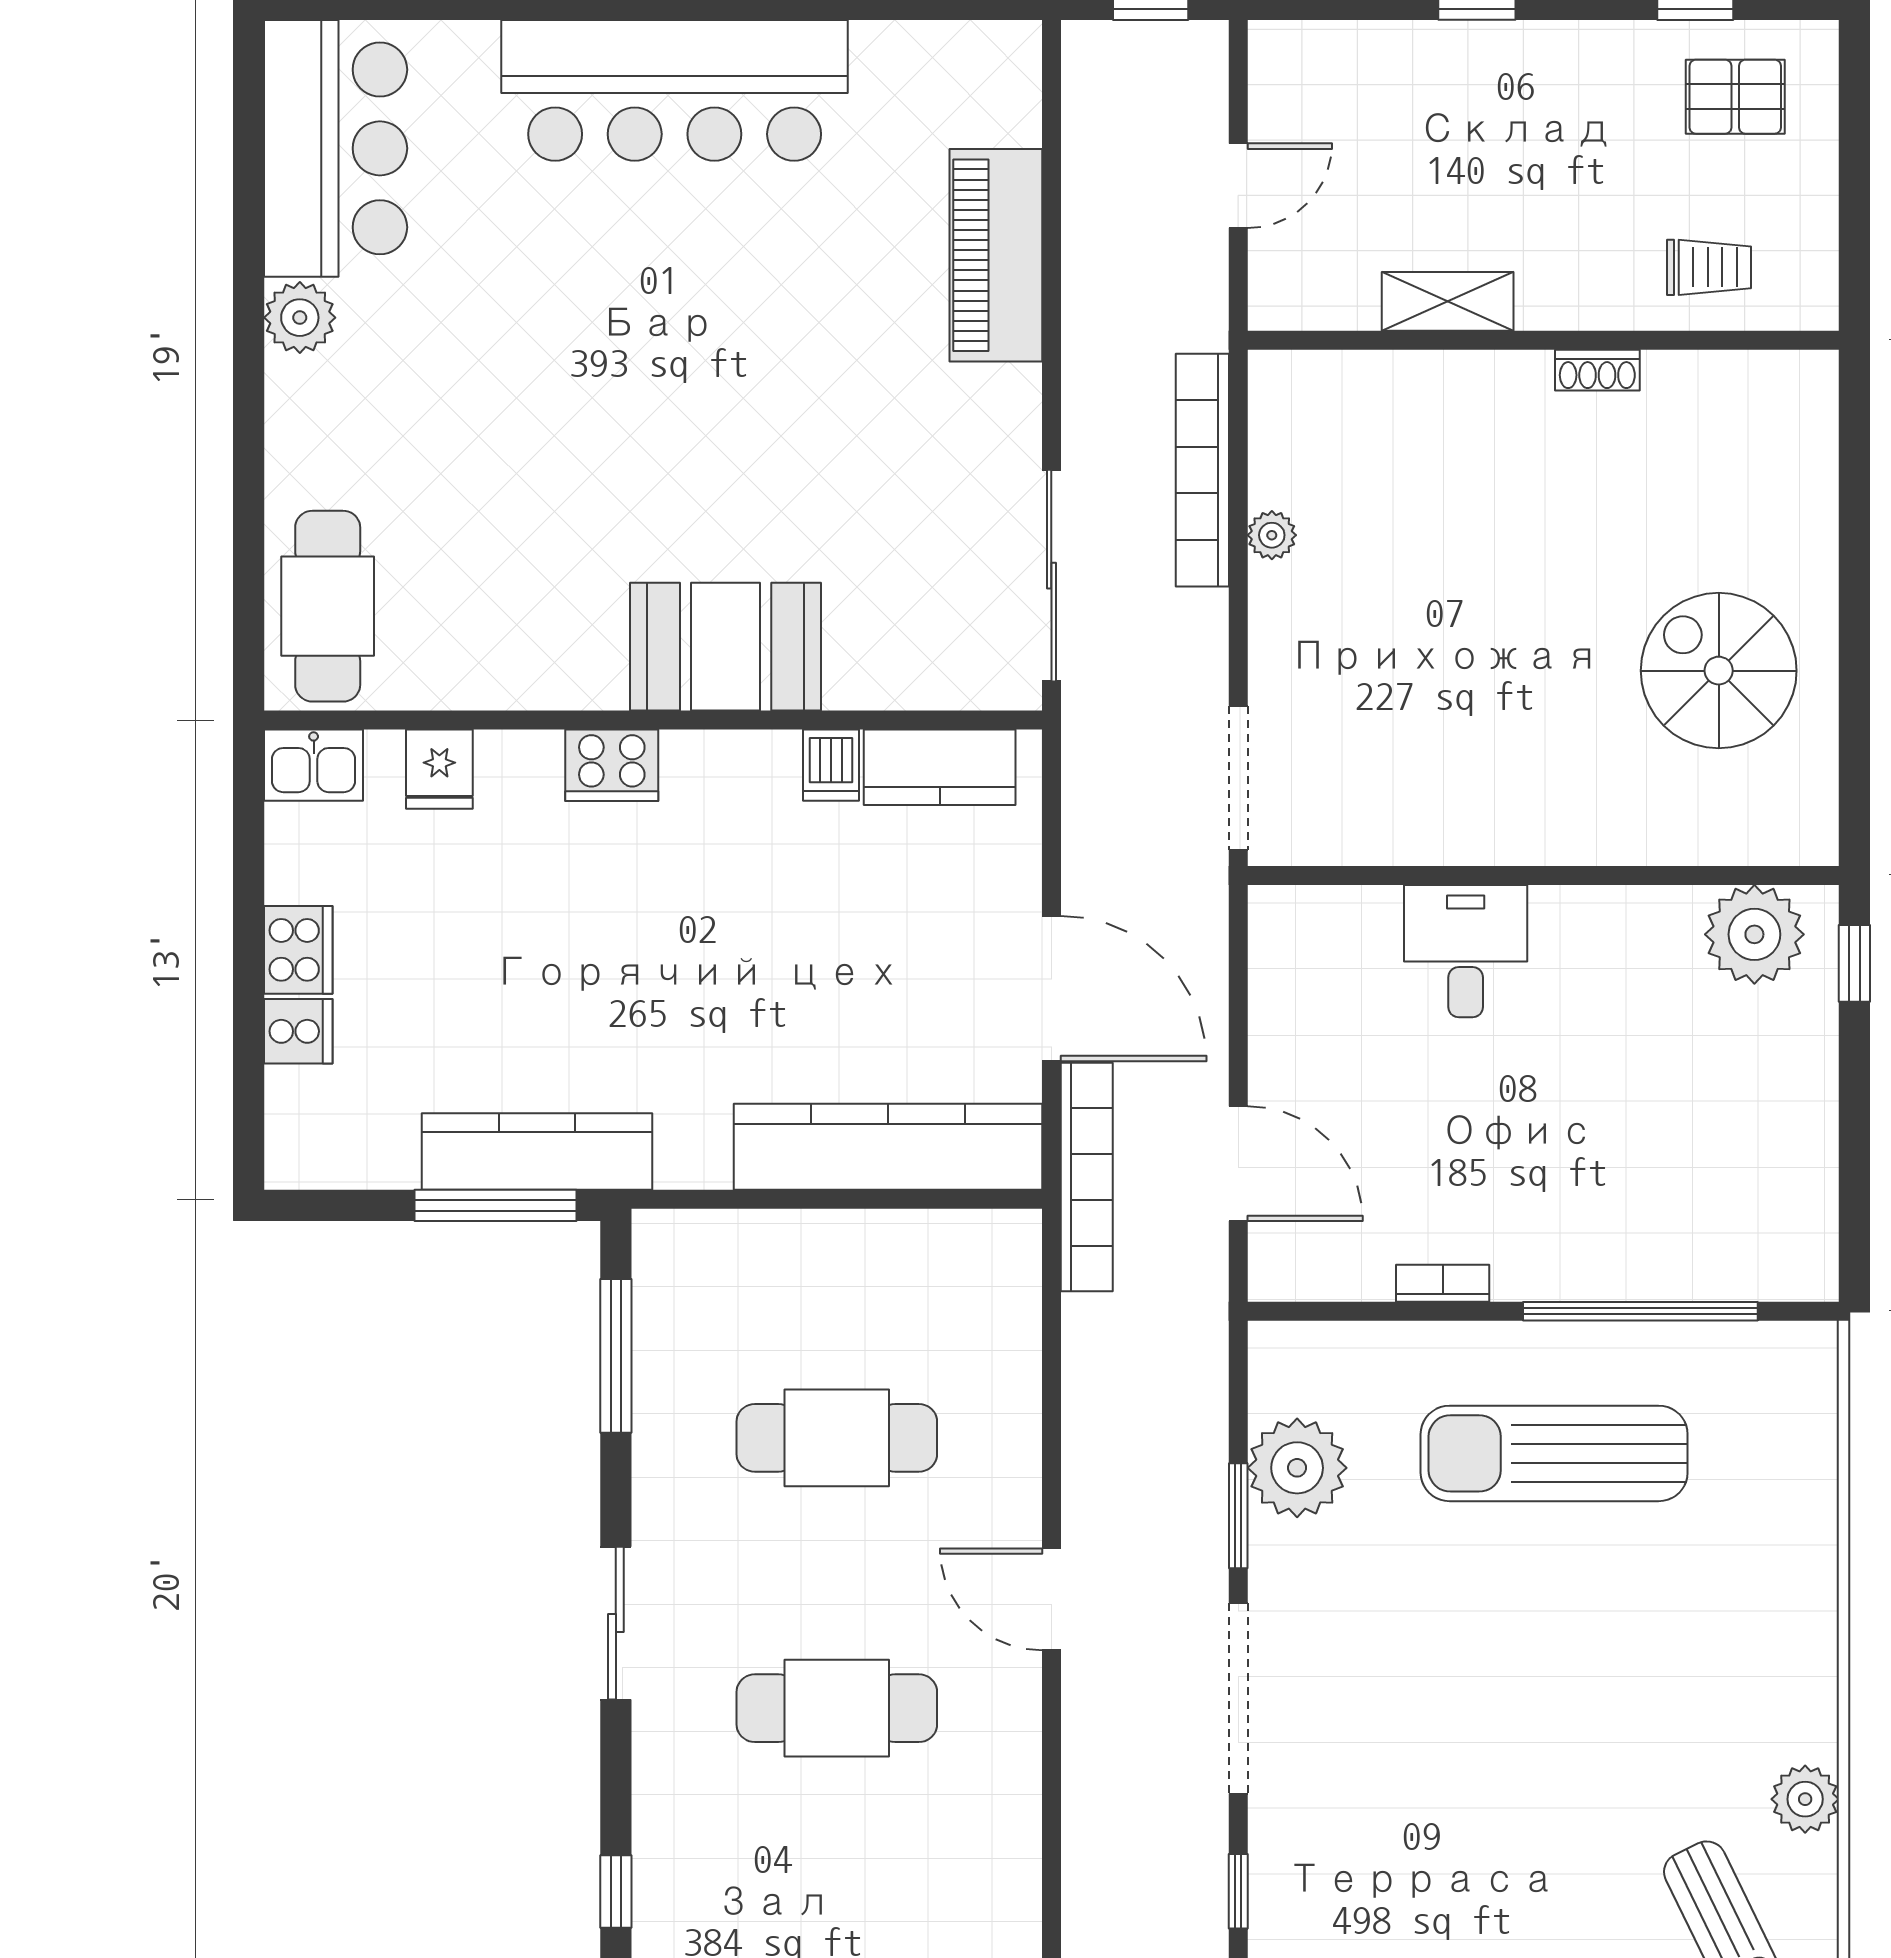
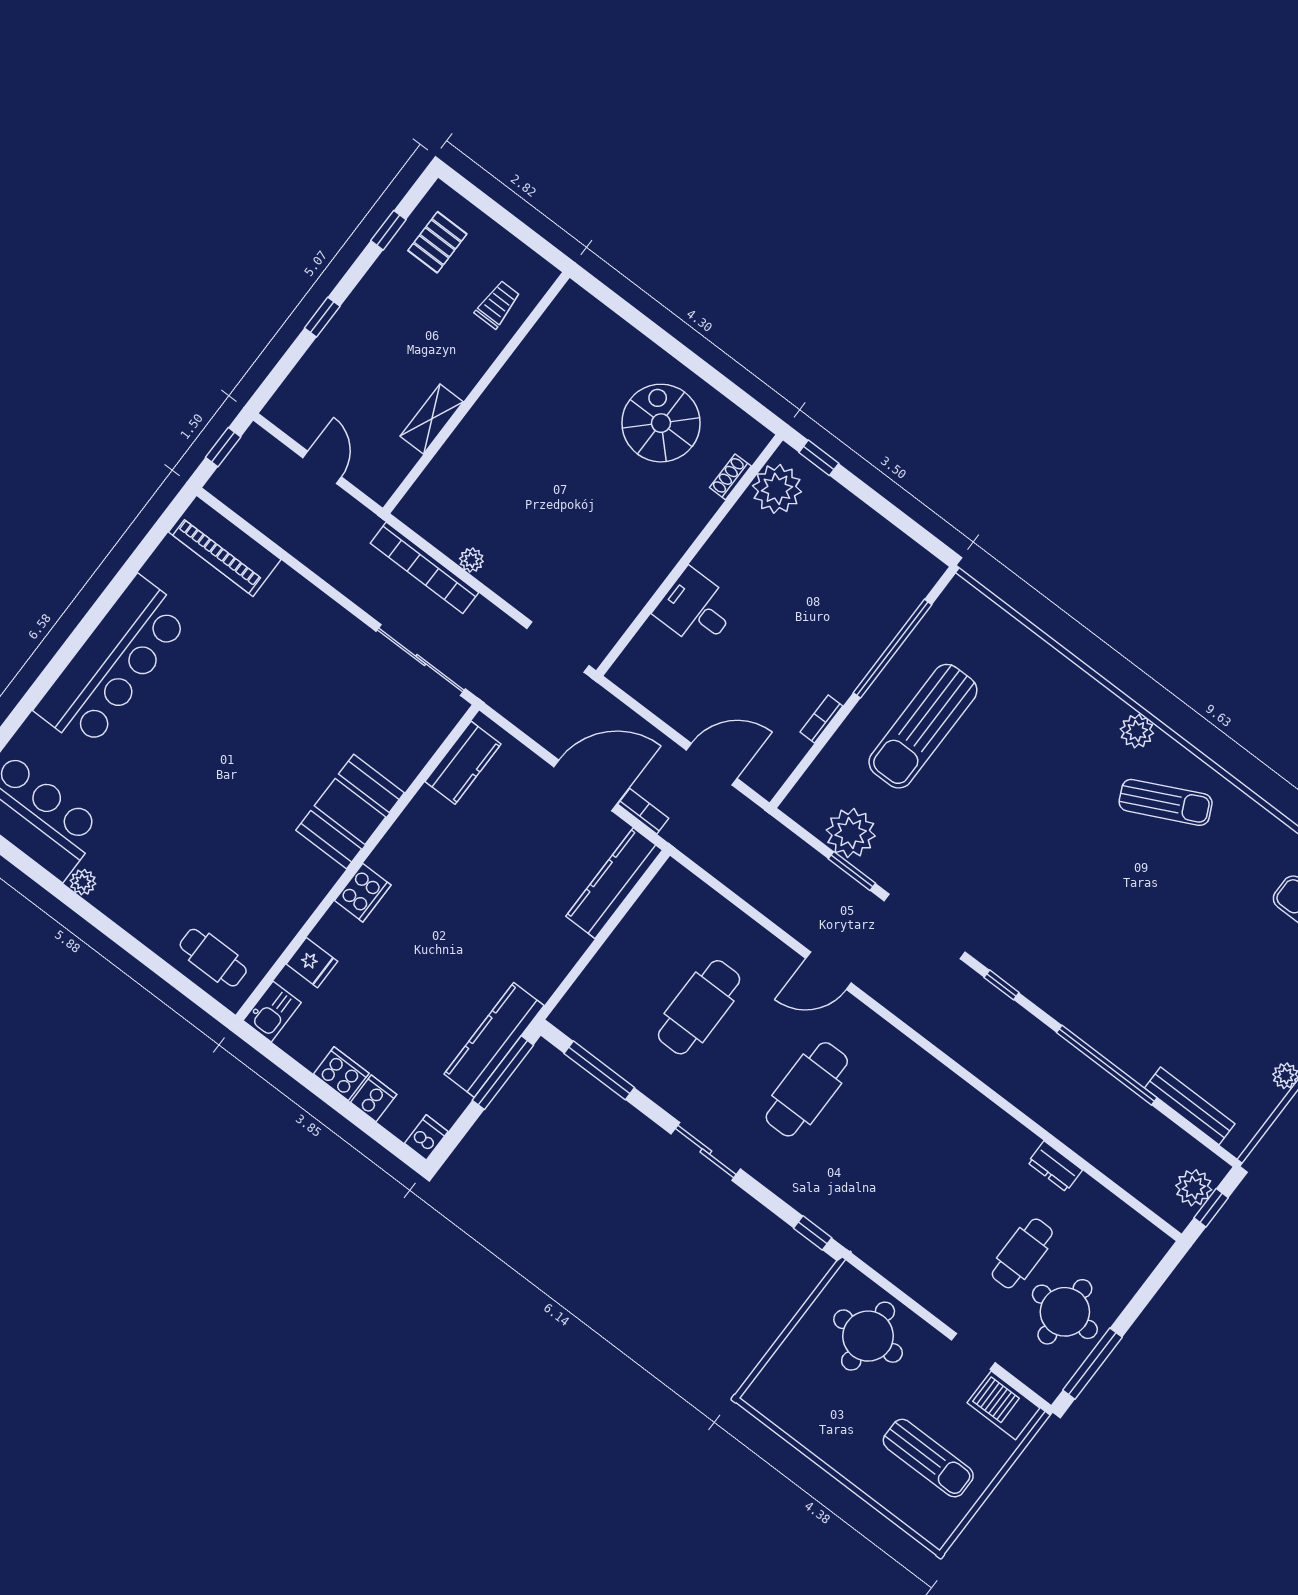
piano: (996, 255) -> (225, 546), moved
plant: (300, 318) -> (83, 882), width x0.73, depth x0.73
shoe rack: (1597, 370) -> (730, 477), moved, turned 180
cafe table: (328, 606) -> (213, 958), width x0.73, depth x0.74
spiral stairs: (1719, 671) -> (661, 423), turned 90
dishwasher: (831, 765) -> (426, 1137), moved, turned -90
kitchen counter: (888, 1147) -> (614, 883), width x0.72, depth x0.86
bookcase: (1087, 1177) -> (643, 811), width x0.43, depth x0.76

